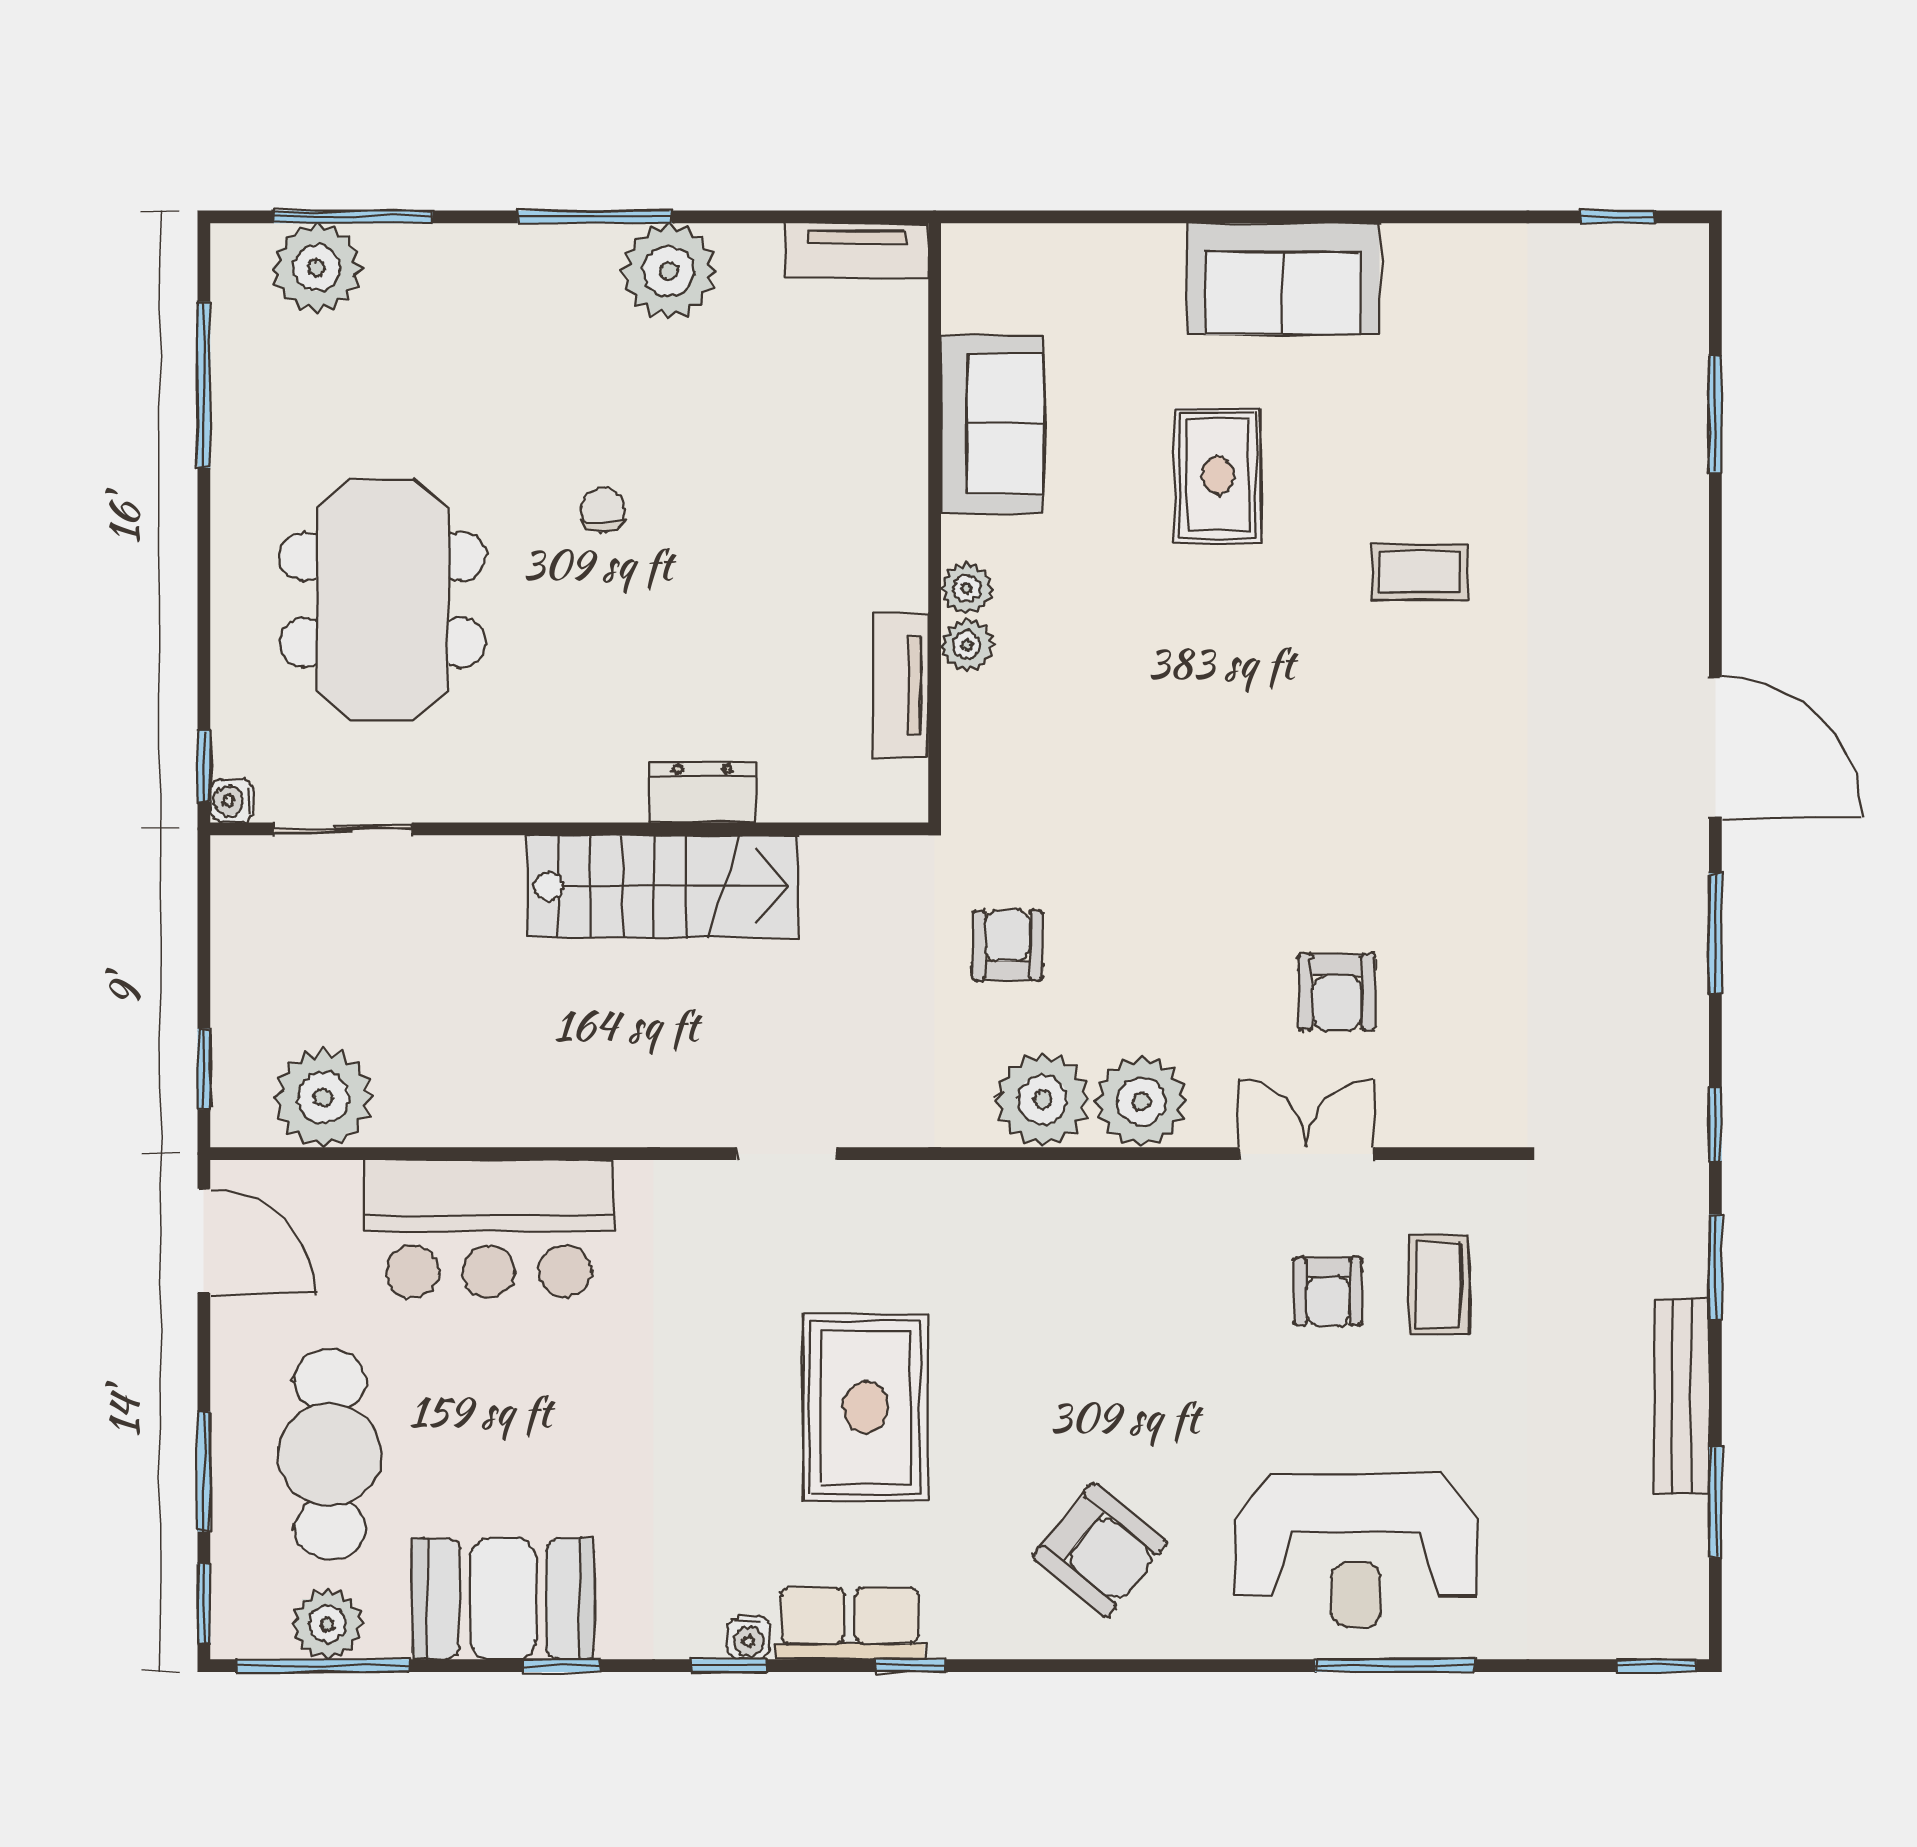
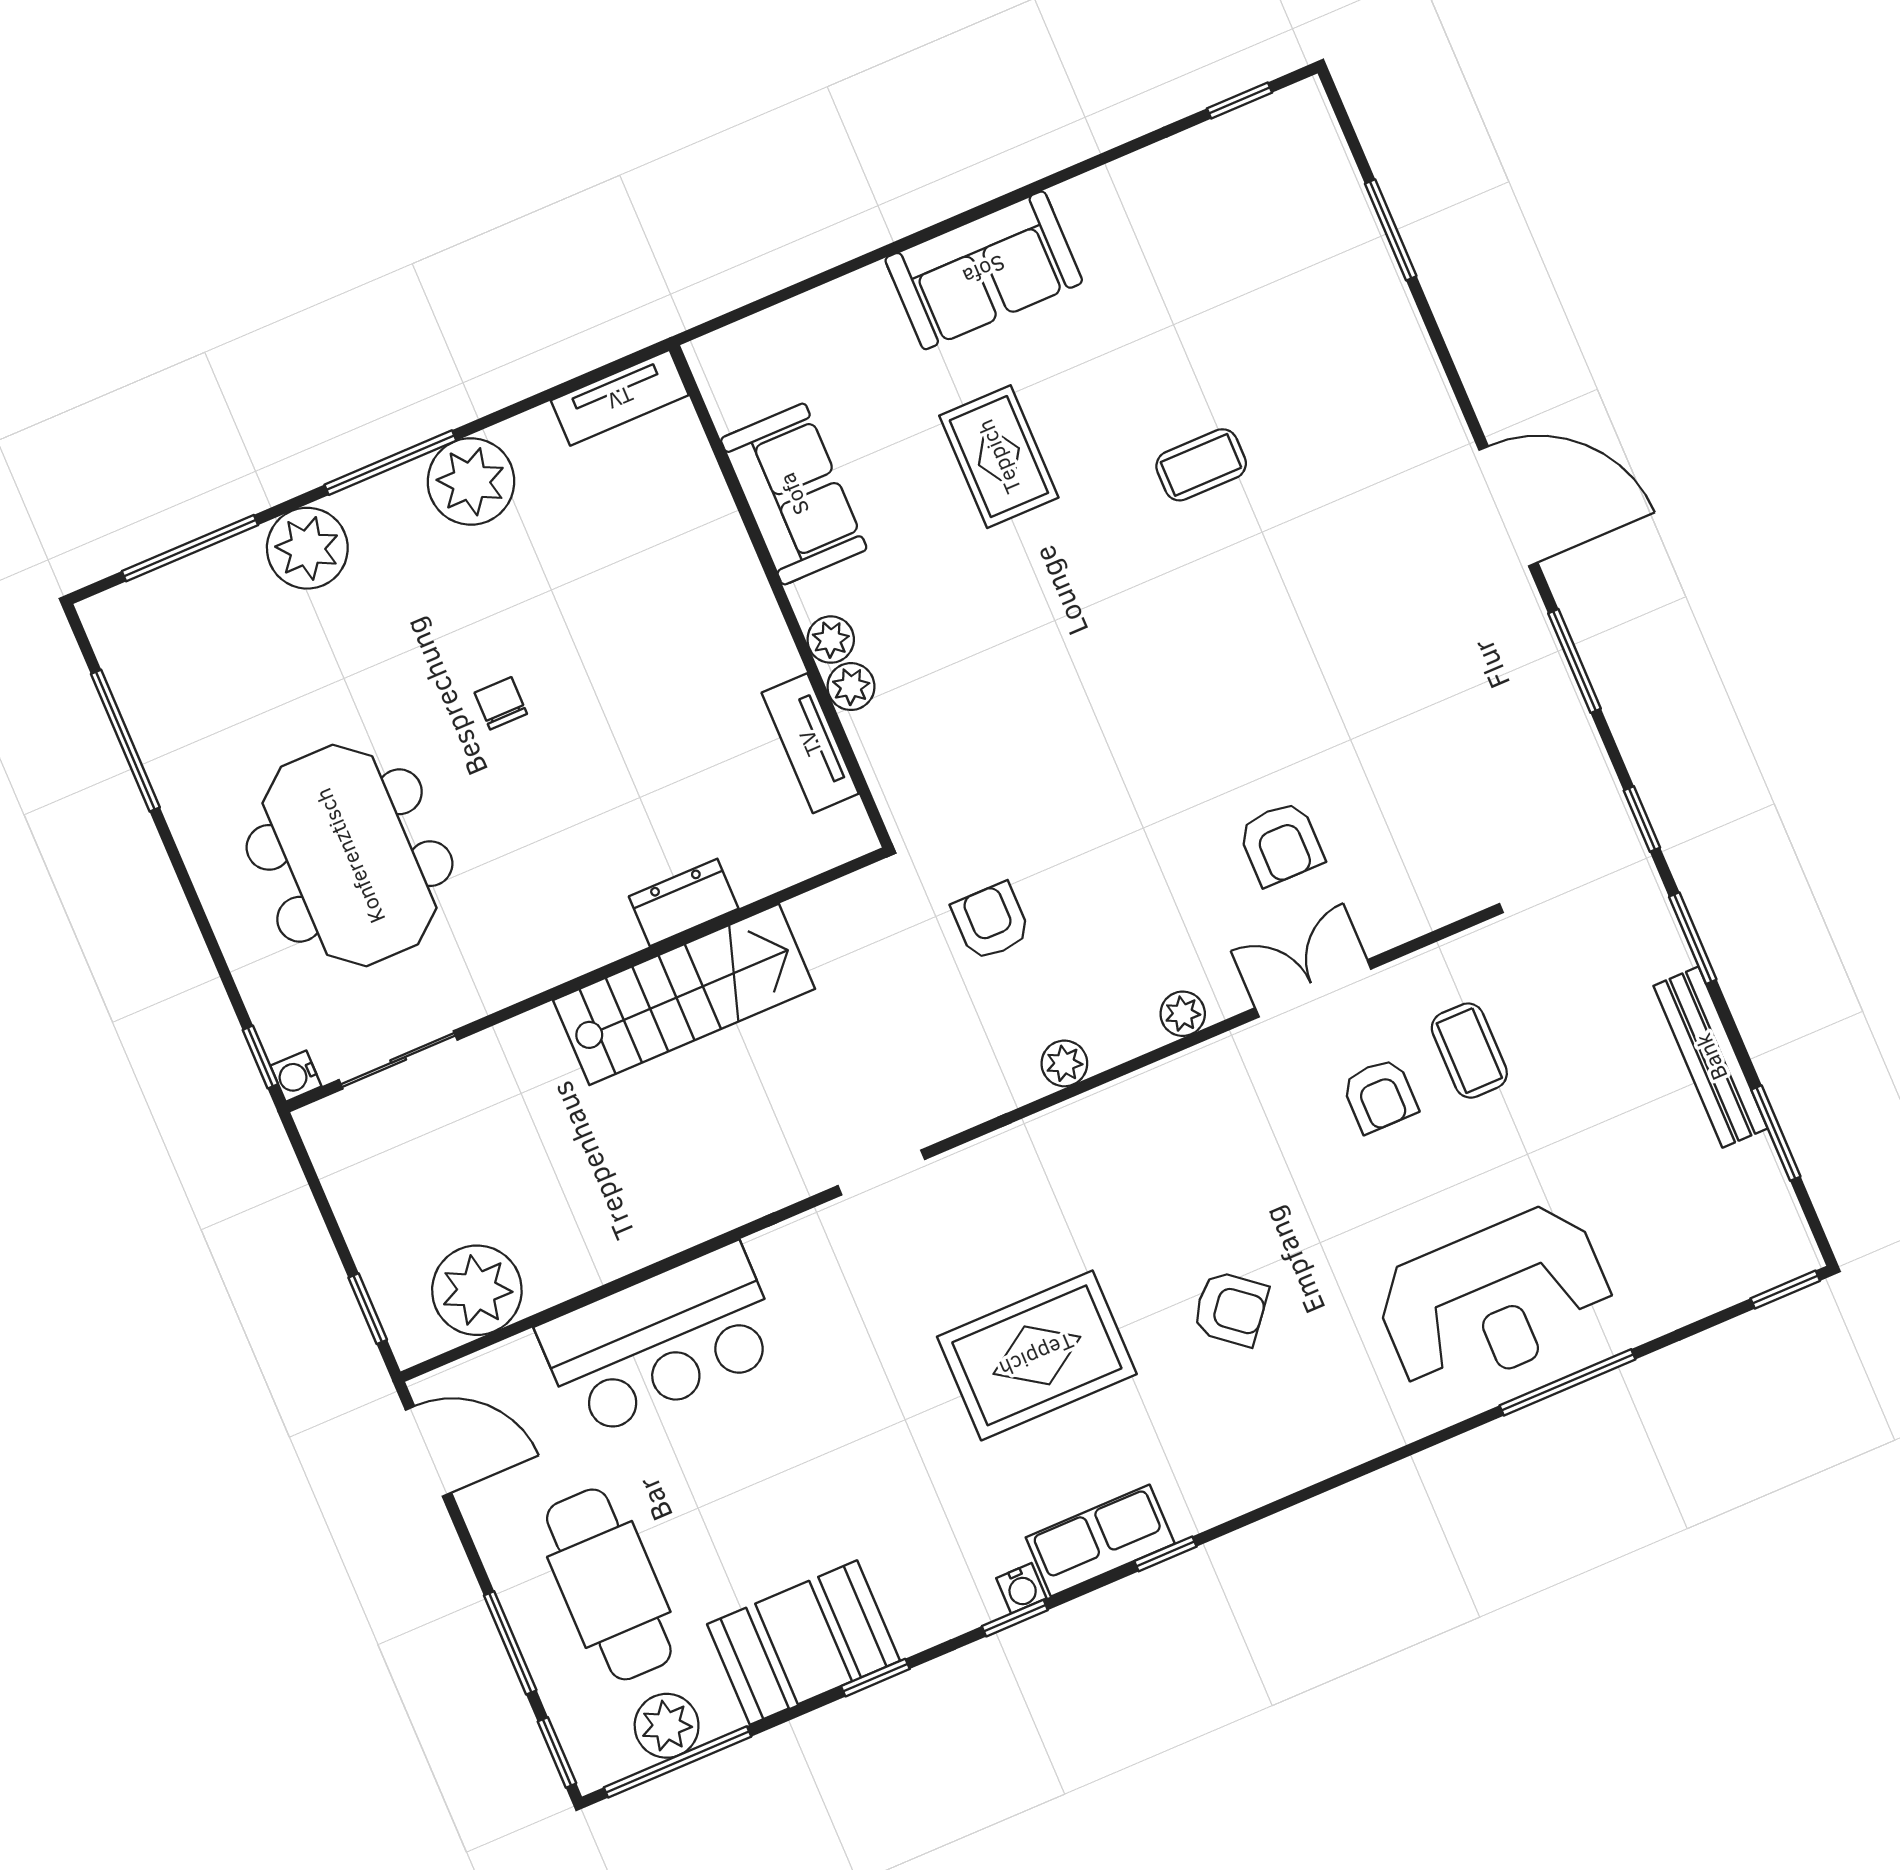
plant: (317, 268) -> (307, 548), moved
plant: (1043, 1100) -> (1064, 1063), width x0.53, depth x0.53
plant: (1141, 1101) -> (1183, 1014), width x0.53, depth x0.53
rug: (866, 1408) -> (1037, 1355), turned 90
armchair: (1100, 1550) -> (1230, 1309), moved, width x0.72, depth x0.72

